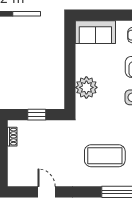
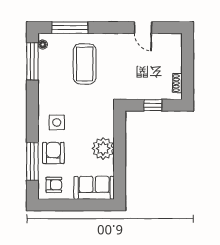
plant: (86, 87) -> (103, 148), moved
coffee table: (105, 156) -> (85, 64), turned 90

